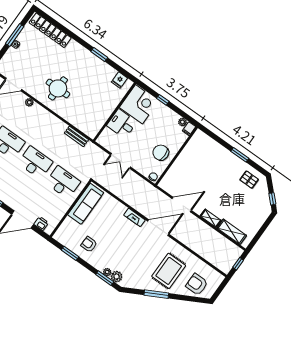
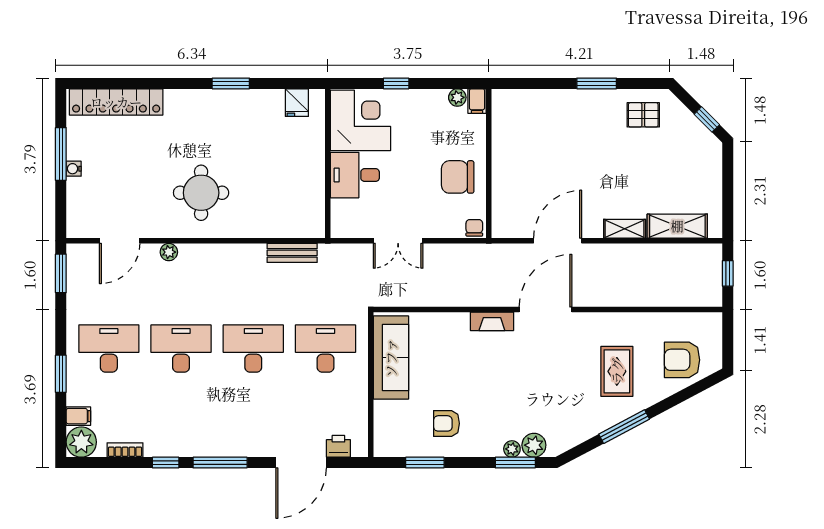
rug: (169, 271) -> (617, 371), width x0.73, depth x0.70

